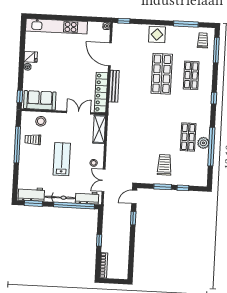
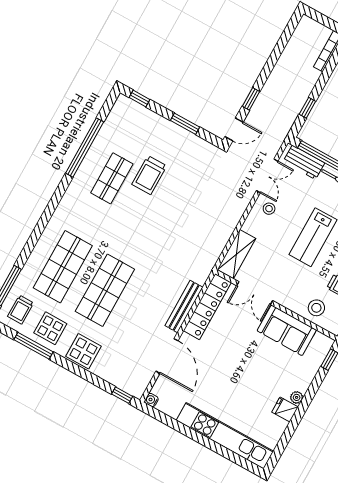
display table: (181, 38) -> (50, 328), added
shop shelf: (191, 75) -> (63, 267), width x1.43, depth x1.36
window: (214, 98) -> (46, 217), removed
sofa: (40, 100) -> (287, 330), moved
plant: (203, 143) -> (94, 159), removed
trolley: (164, 165) -> (149, 175), moved
window: (183, 188) -> (140, 98), moved
window: (99, 240) -> (307, 108), moved

